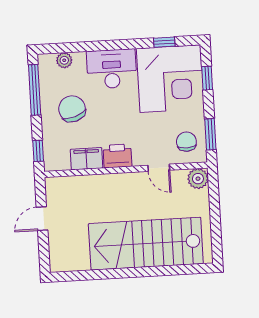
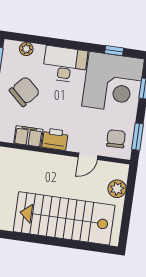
chair: (72, 109) -> (25, 91), turned 60
door: (159, 168) -> (88, 156), hinge flipped
plant: (198, 179) -> (117, 189), moved

